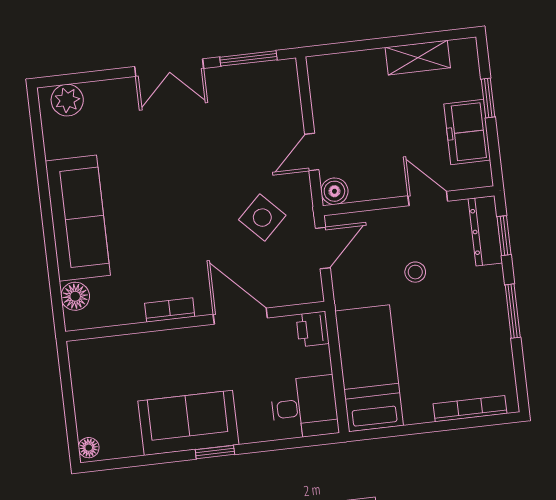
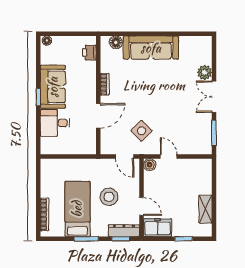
plant: (67, 100) -> (205, 72), moved
freezer: (467, 132) -> (158, 228), moved
door: (428, 199) -> (141, 206), hinge flipped
stool: (415, 272) -> (109, 197), width x1.89, depth x1.89
printer: (313, 329) -> (89, 53), moved, turned -90
bed: (369, 368) -> (77, 209), moved, turned -90
desk: (304, 407) -> (55, 123), moved, turned 90

